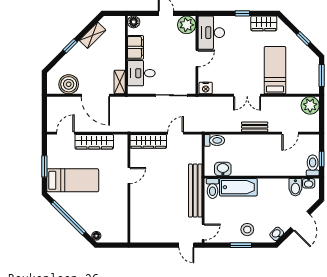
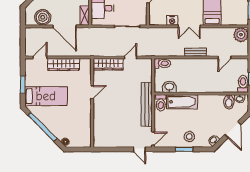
nightstand: (206, 88) -> (172, 20), moved

